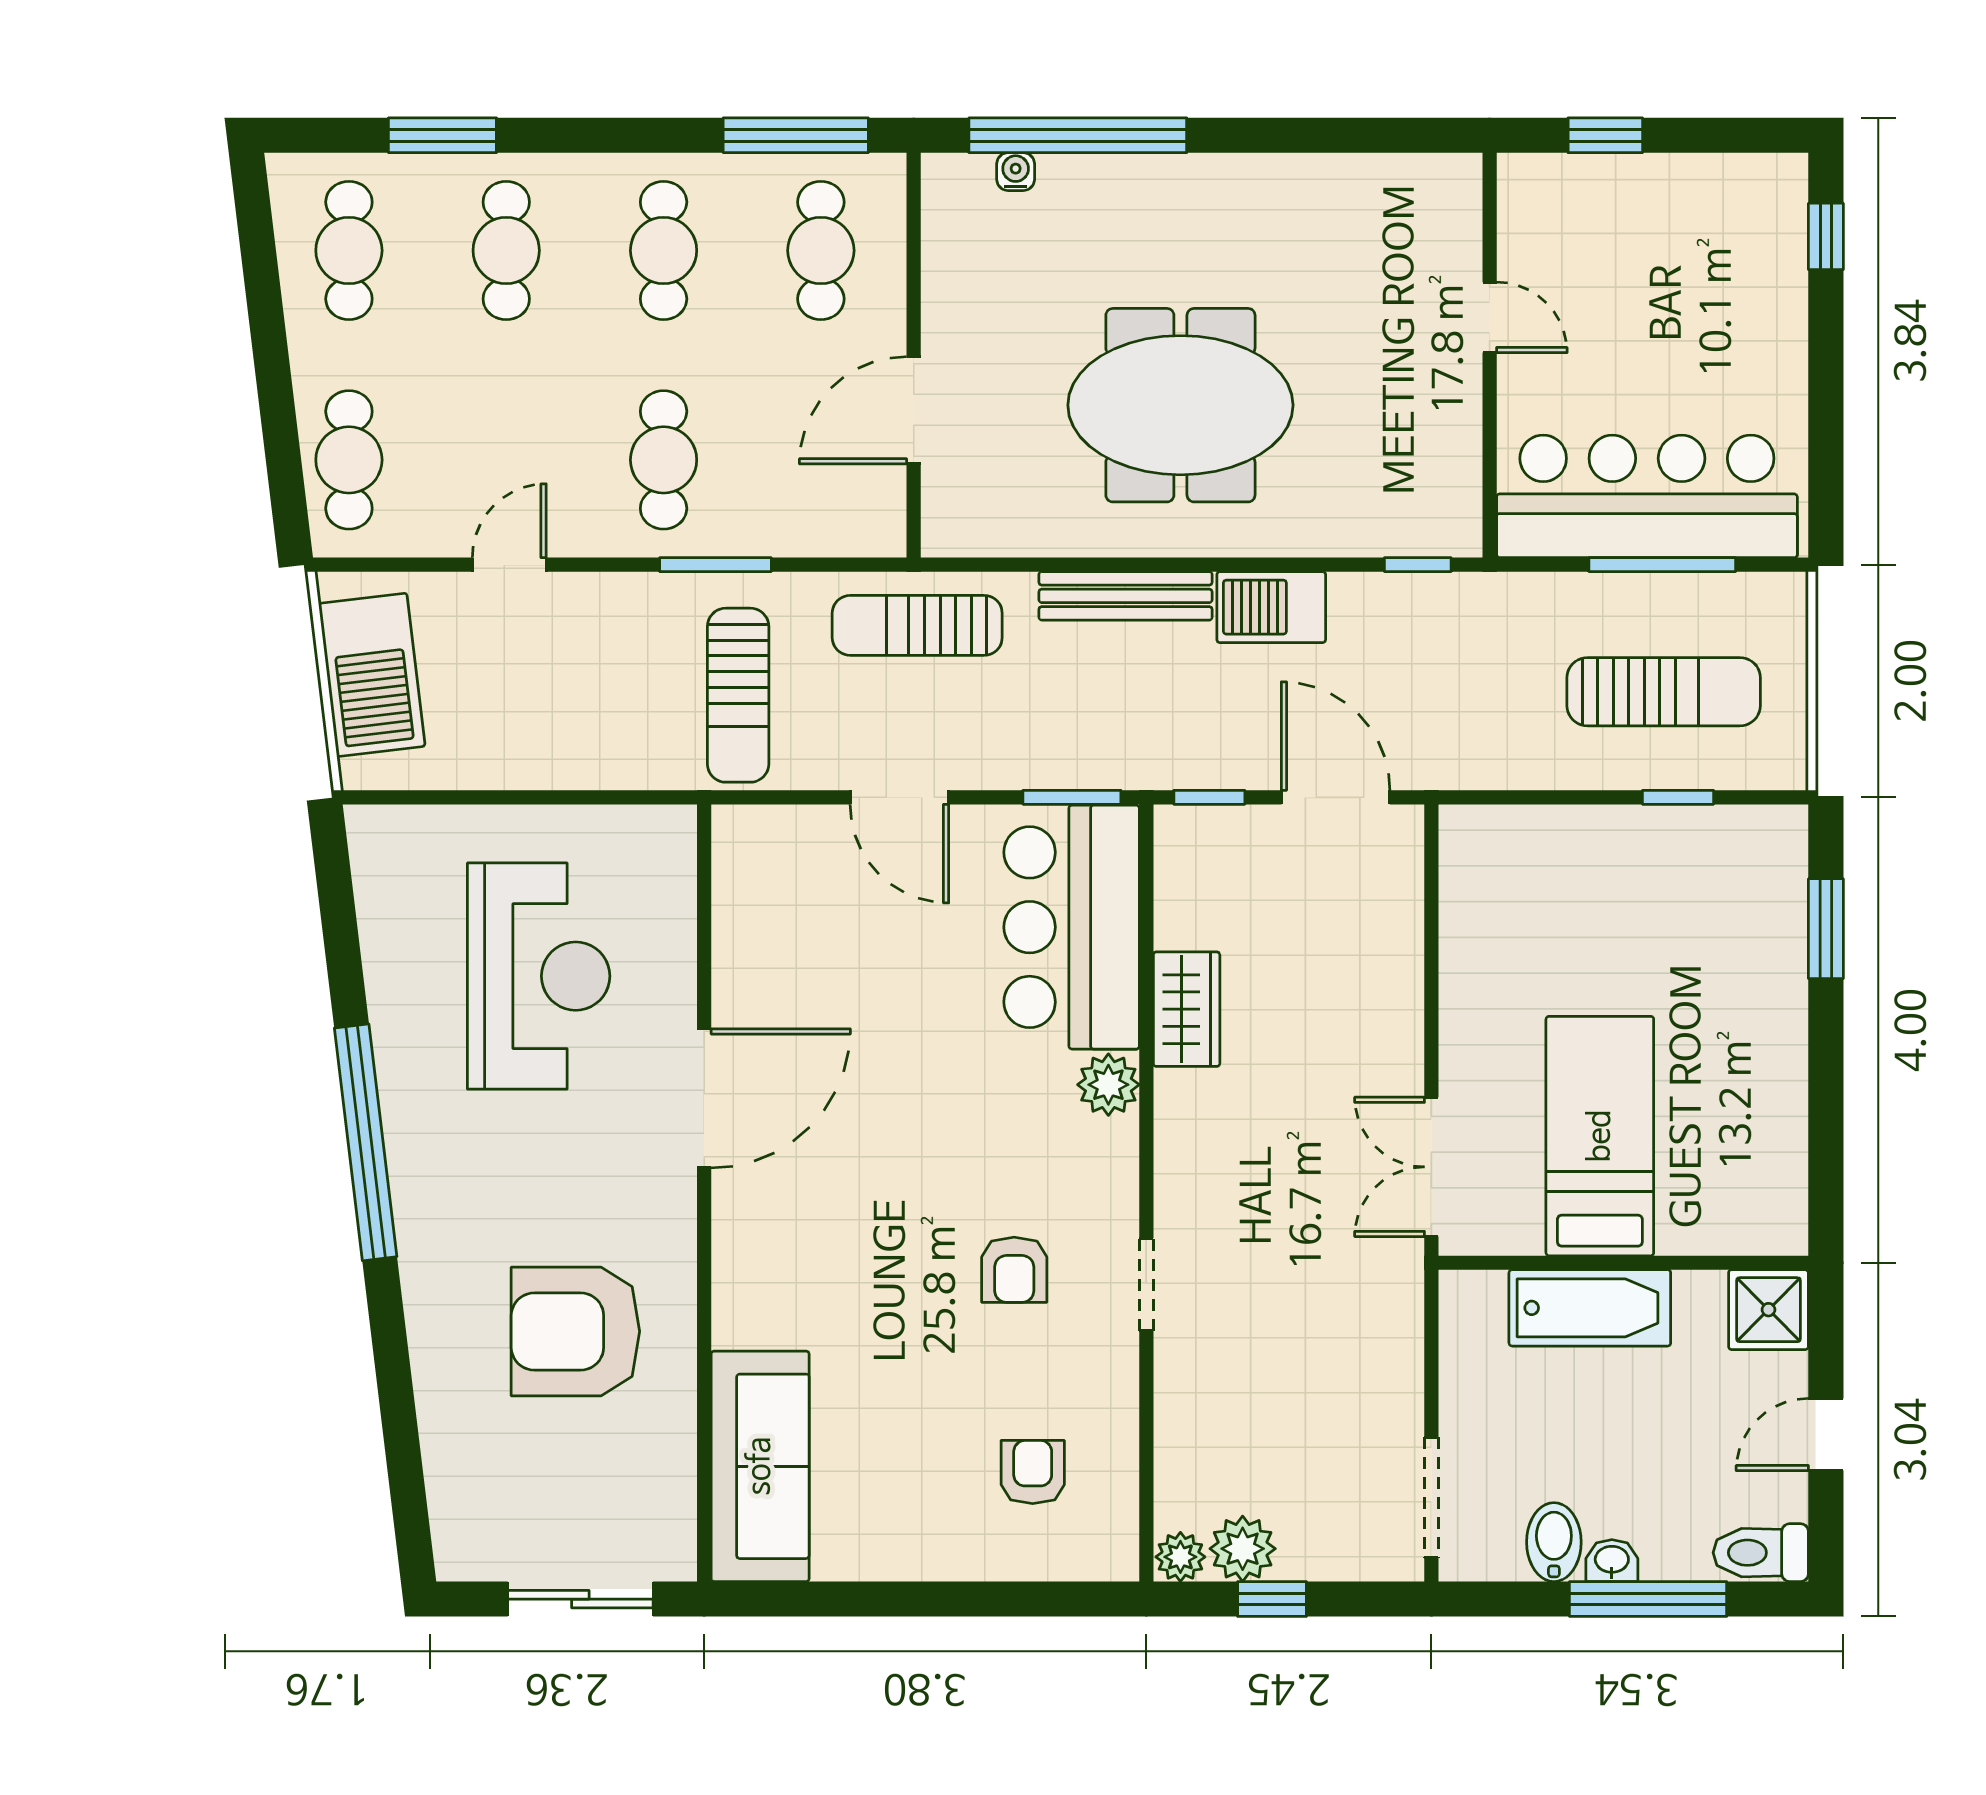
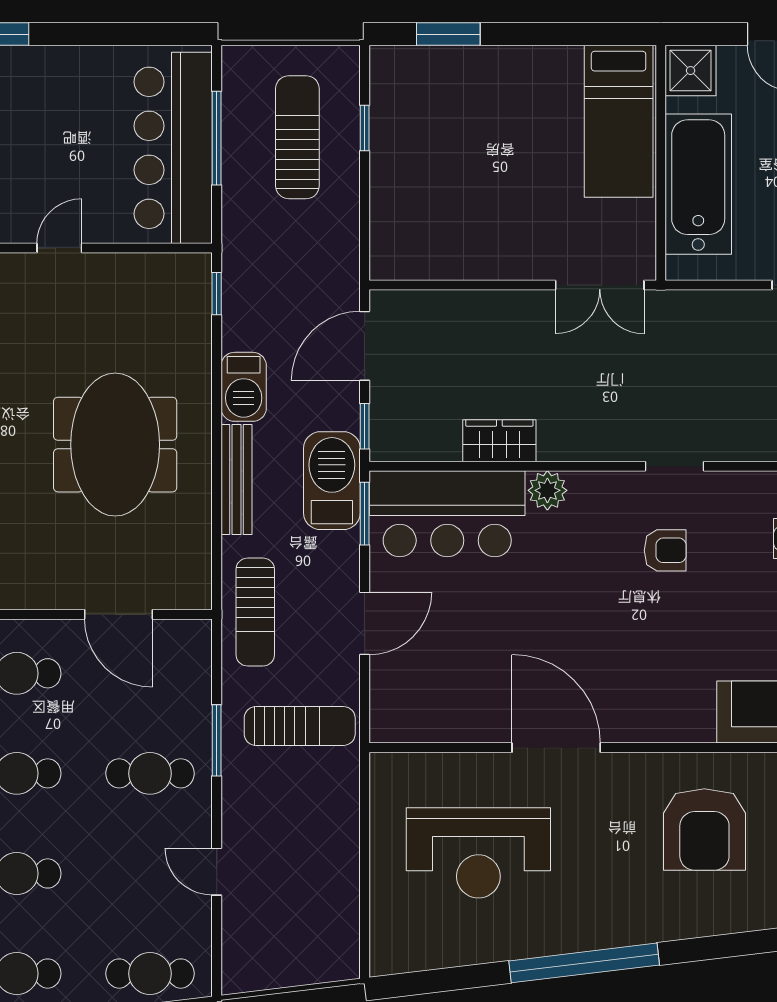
barbecue: (372, 675) -> (332, 481), moved, turned -83
reception desk: (539, 976) -> (478, 853), turned 180
bed: (1600, 1136) -> (619, 121), moved, turned -90
bathtub: (1590, 1308) -> (698, 184), width x1.36, depth x1.36

